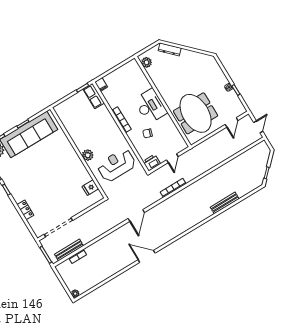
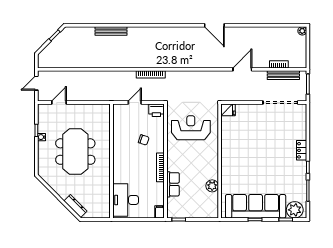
plant: (147, 62) -> (104, 207), removed
row of seats: (94, 96) -> (173, 184), moved
desk: (150, 106) -> (126, 200), moved
meeting table: (196, 113) -> (75, 152), moved
plant: (88, 155) -> (212, 186), moved
reception desk: (116, 165) -> (191, 128), turned 180
fridge: (90, 188) -> (228, 110), moved
locker: (25, 210) -> (302, 150), moved
door: (136, 216) -> (242, 69), moved

